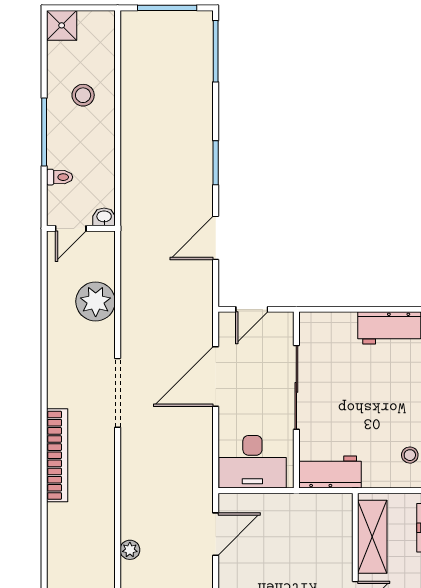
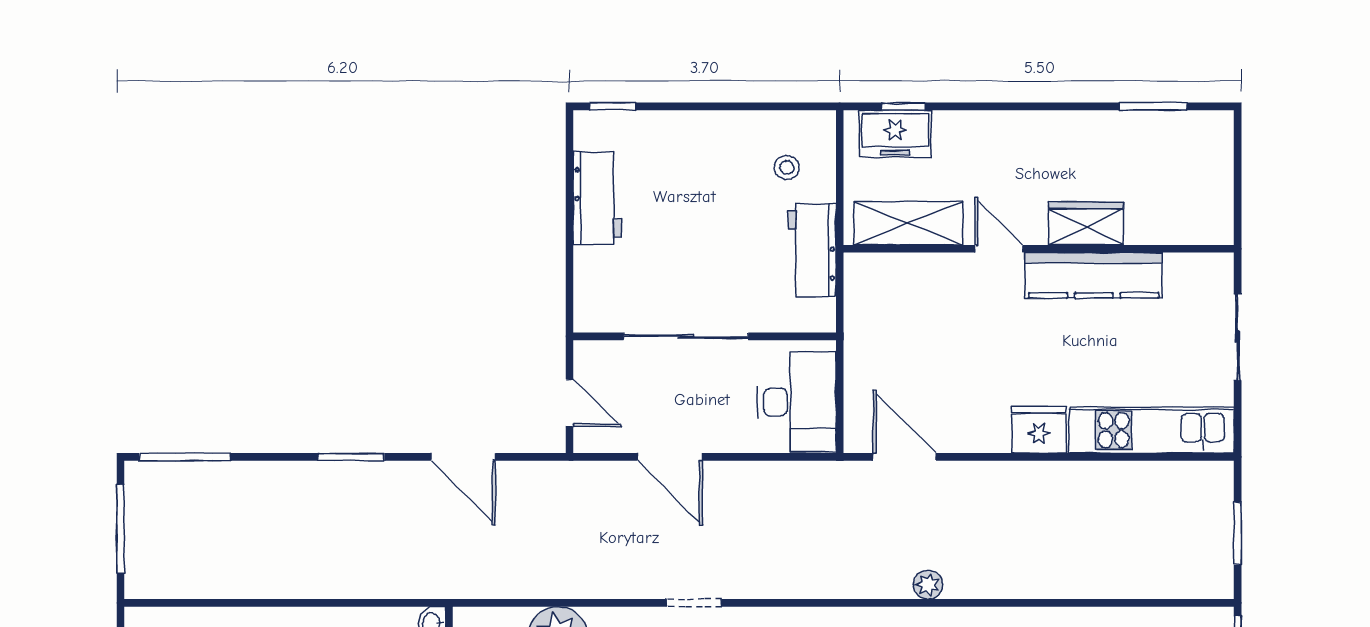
door: (216, 377) -> (670, 457), width x0.73
doorway: (118, 393) -> (694, 603), width x0.53
workbench: (330, 472) -> (812, 250), moved

